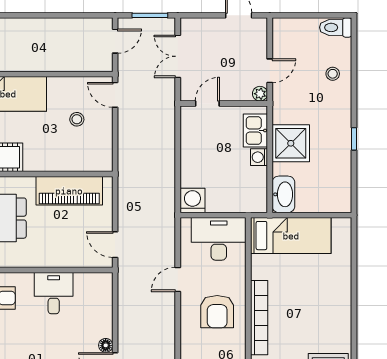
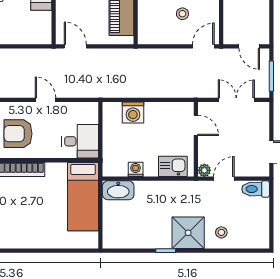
toilet: (336, 27) -> (256, 189), moved, turned -90
door: (270, 71) -> (224, 179), swing flipped
shower: (291, 143) -> (188, 233), moved
washing machine: (259, 157) -> (136, 169), moved
washing machine: (192, 200) -> (133, 113), moved, turned 90
desk: (219, 239) -> (80, 141), width x0.73
door: (115, 245) -> (75, 46), hinge flipped

